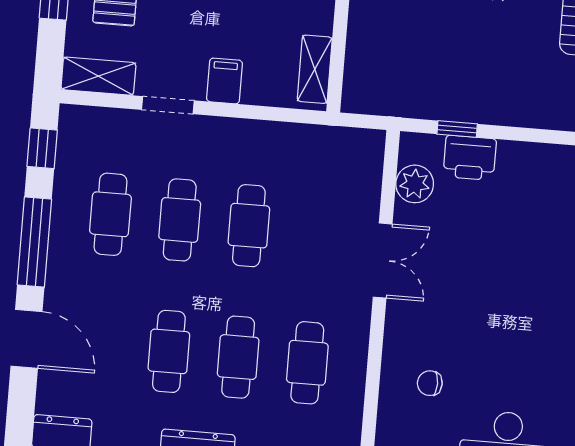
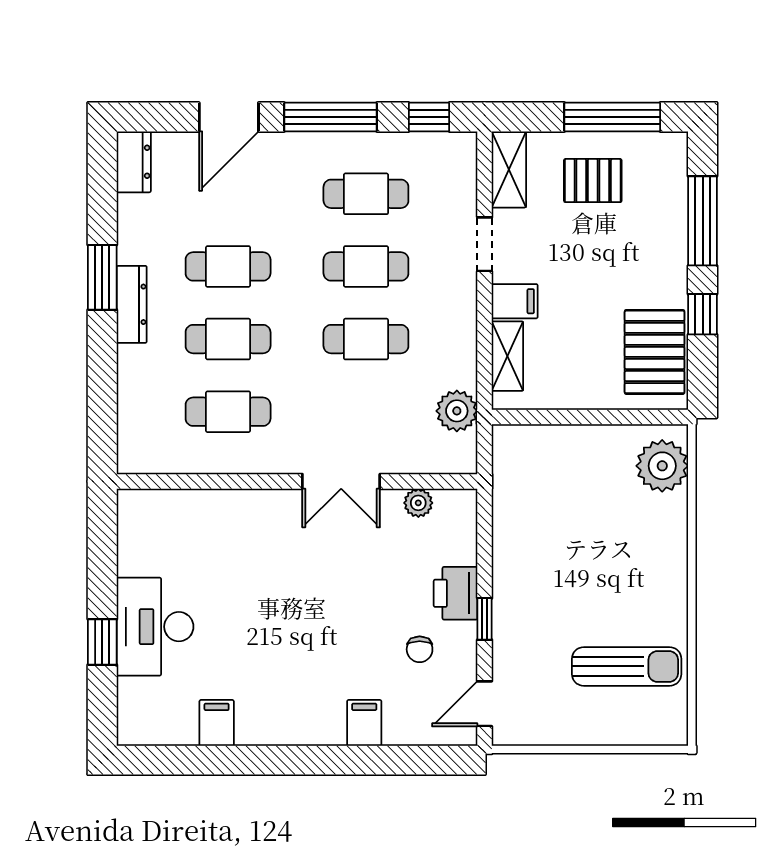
shelving: (315, 69) -> (507, 356), moved, turned 90
window: (457, 129) -> (485, 619), moved
plant: (324, 145) -> (457, 411), added
printer: (470, 158) -> (456, 593), moved
plant: (415, 184) -> (418, 503), width x0.73, depth x0.73
chair: (430, 383) -> (420, 649), moved, turned 180

